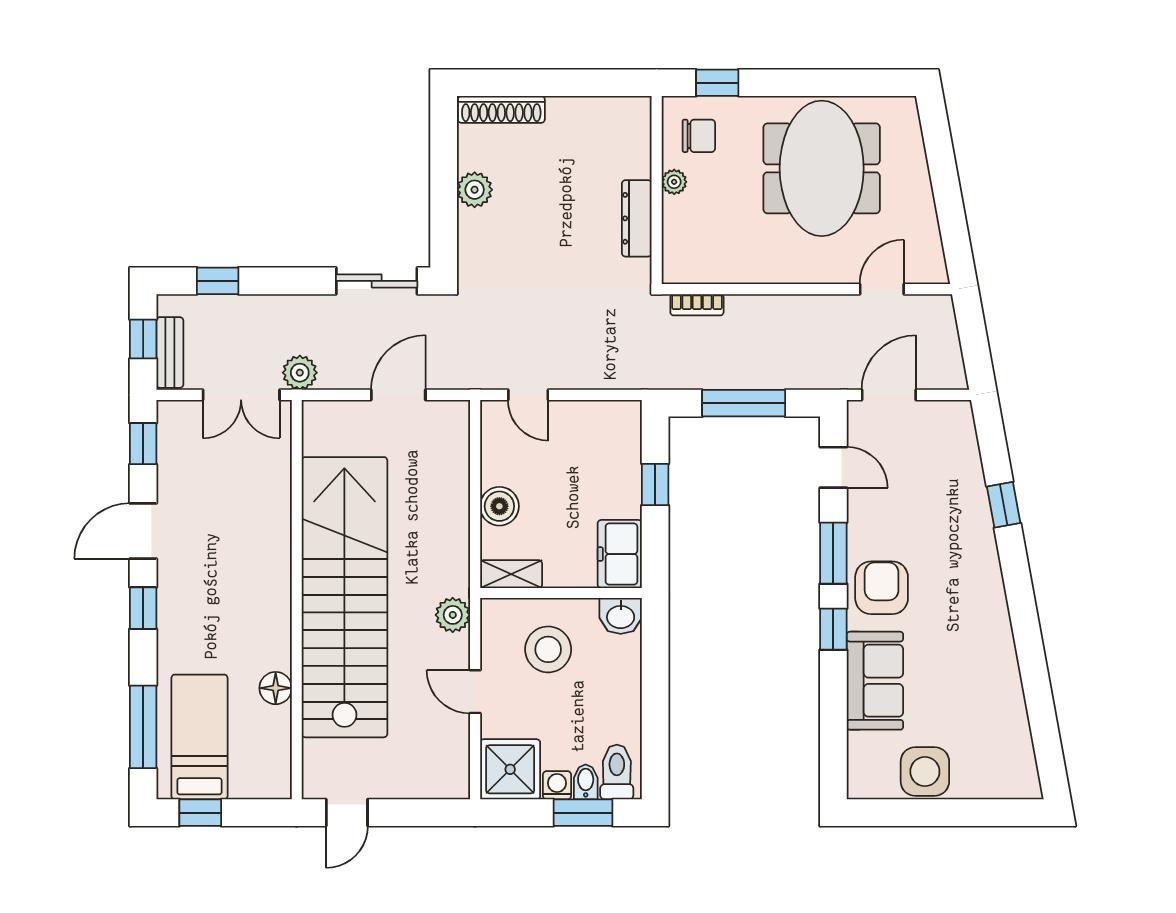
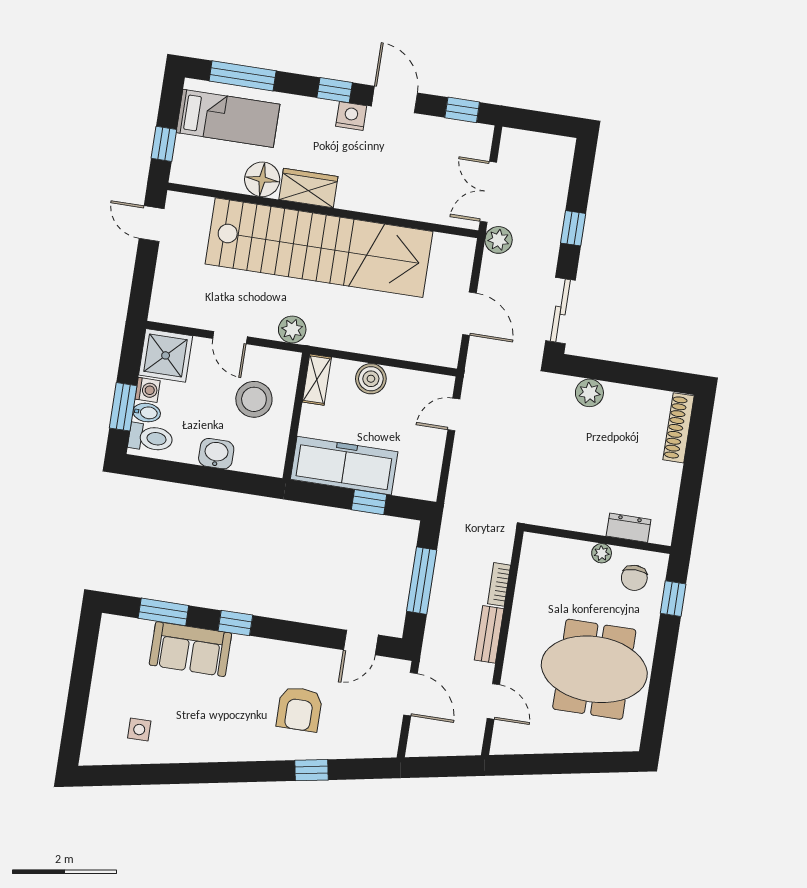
plant: (475, 190) -> (589, 393), moved
dresser: (637, 218) -> (629, 528), moved, width x0.70
window: (218, 281) -> (573, 228), moved
bookcase: (697, 305) -> (499, 584), moved
window: (143, 339) -> (543, 122), removed
bench: (170, 352) -> (489, 634), moved, turned 90
window: (833, 553) -> (163, 612), moved
freezer: (620, 554) -> (344, 466), width x1.91, depth x1.26
nightstand: (172, 582) -> (351, 116), added
armchair: (882, 588) -> (299, 709), moved, turned 90
washbasin: (621, 616) -> (216, 454), moved, turned 90
wardrobe: (271, 622) -> (308, 188), added
floor lamp: (276, 688) -> (262, 179), width x1.38, depth x1.38
door: (475, 692) -> (230, 338), swing flipped
side table: (925, 772) -> (139, 730), moved, width x0.54, depth x0.54
window: (200, 813) -> (164, 144), moved

